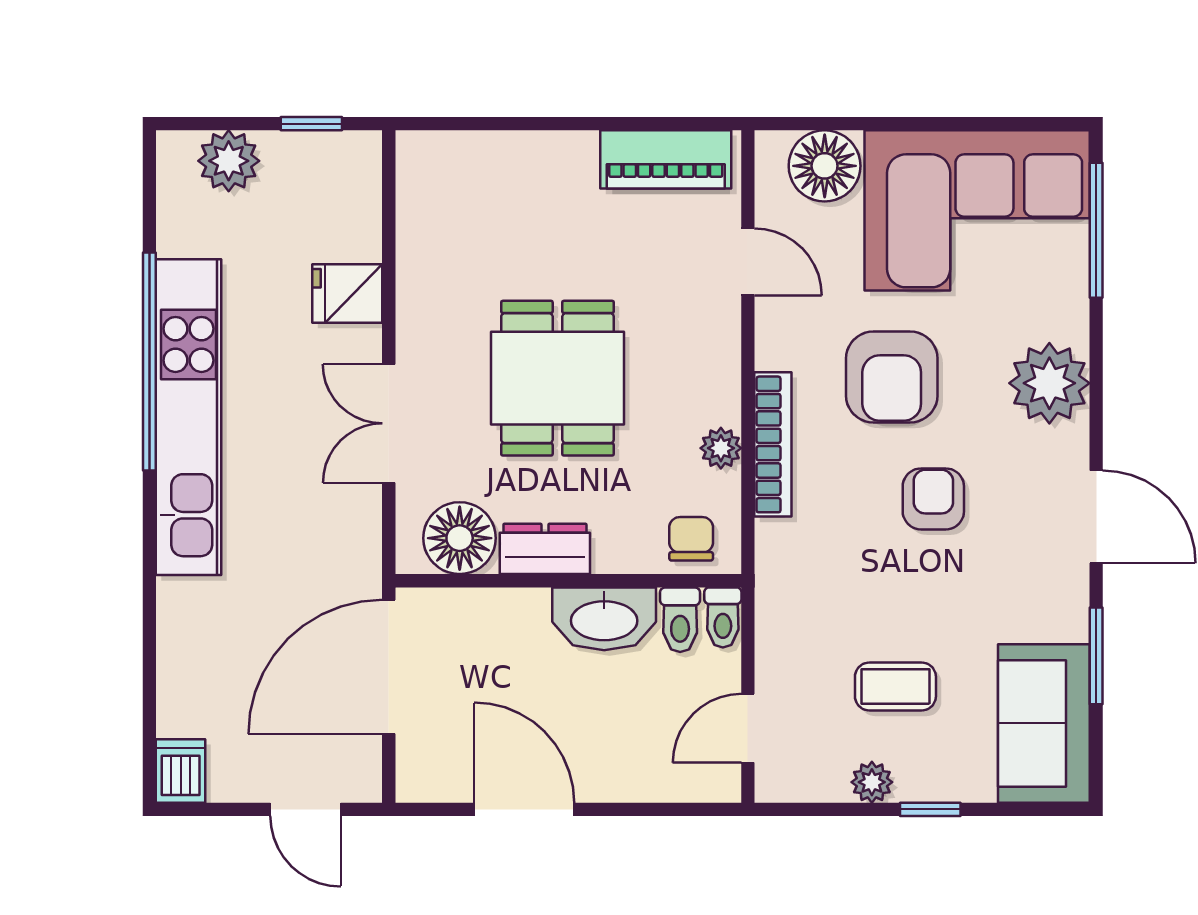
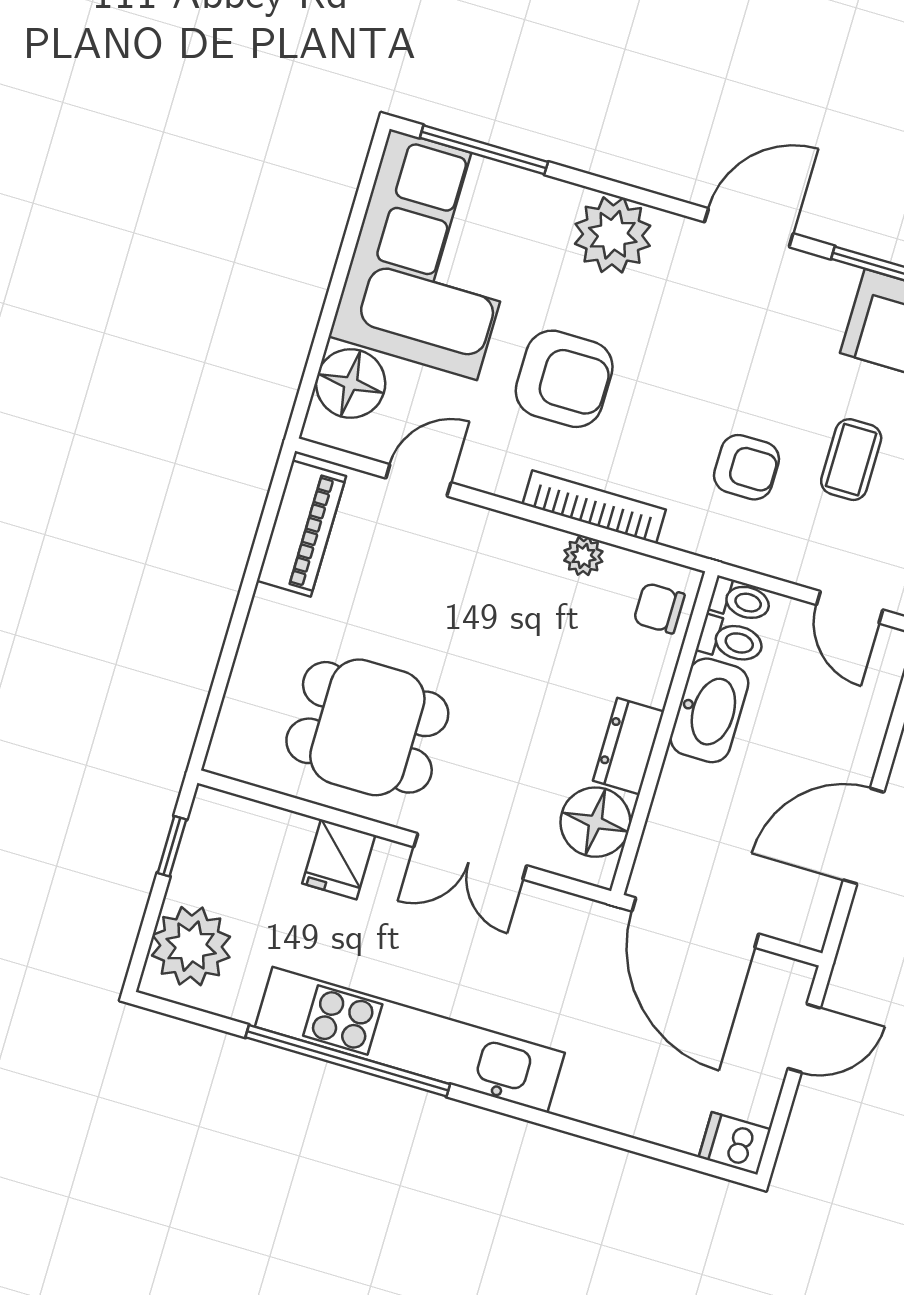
plant: (229, 161) -> (191, 946), width x1.36, depth x1.36
dining table: (557, 378) -> (367, 727), moved
armchair: (933, 499) -> (746, 467), moved, turned 180

